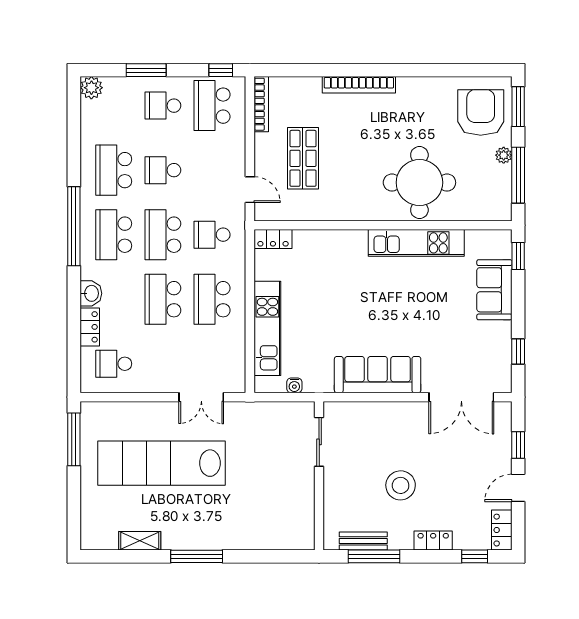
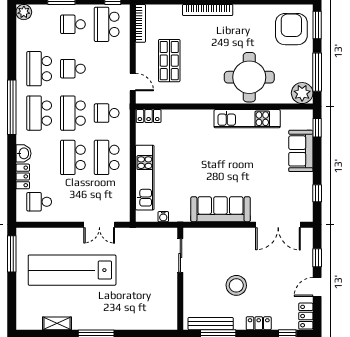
plant: (504, 155) -> (302, 93), moved, width x1.87, depth x1.87
bench: (363, 541) -> (211, 324), width x1.36

